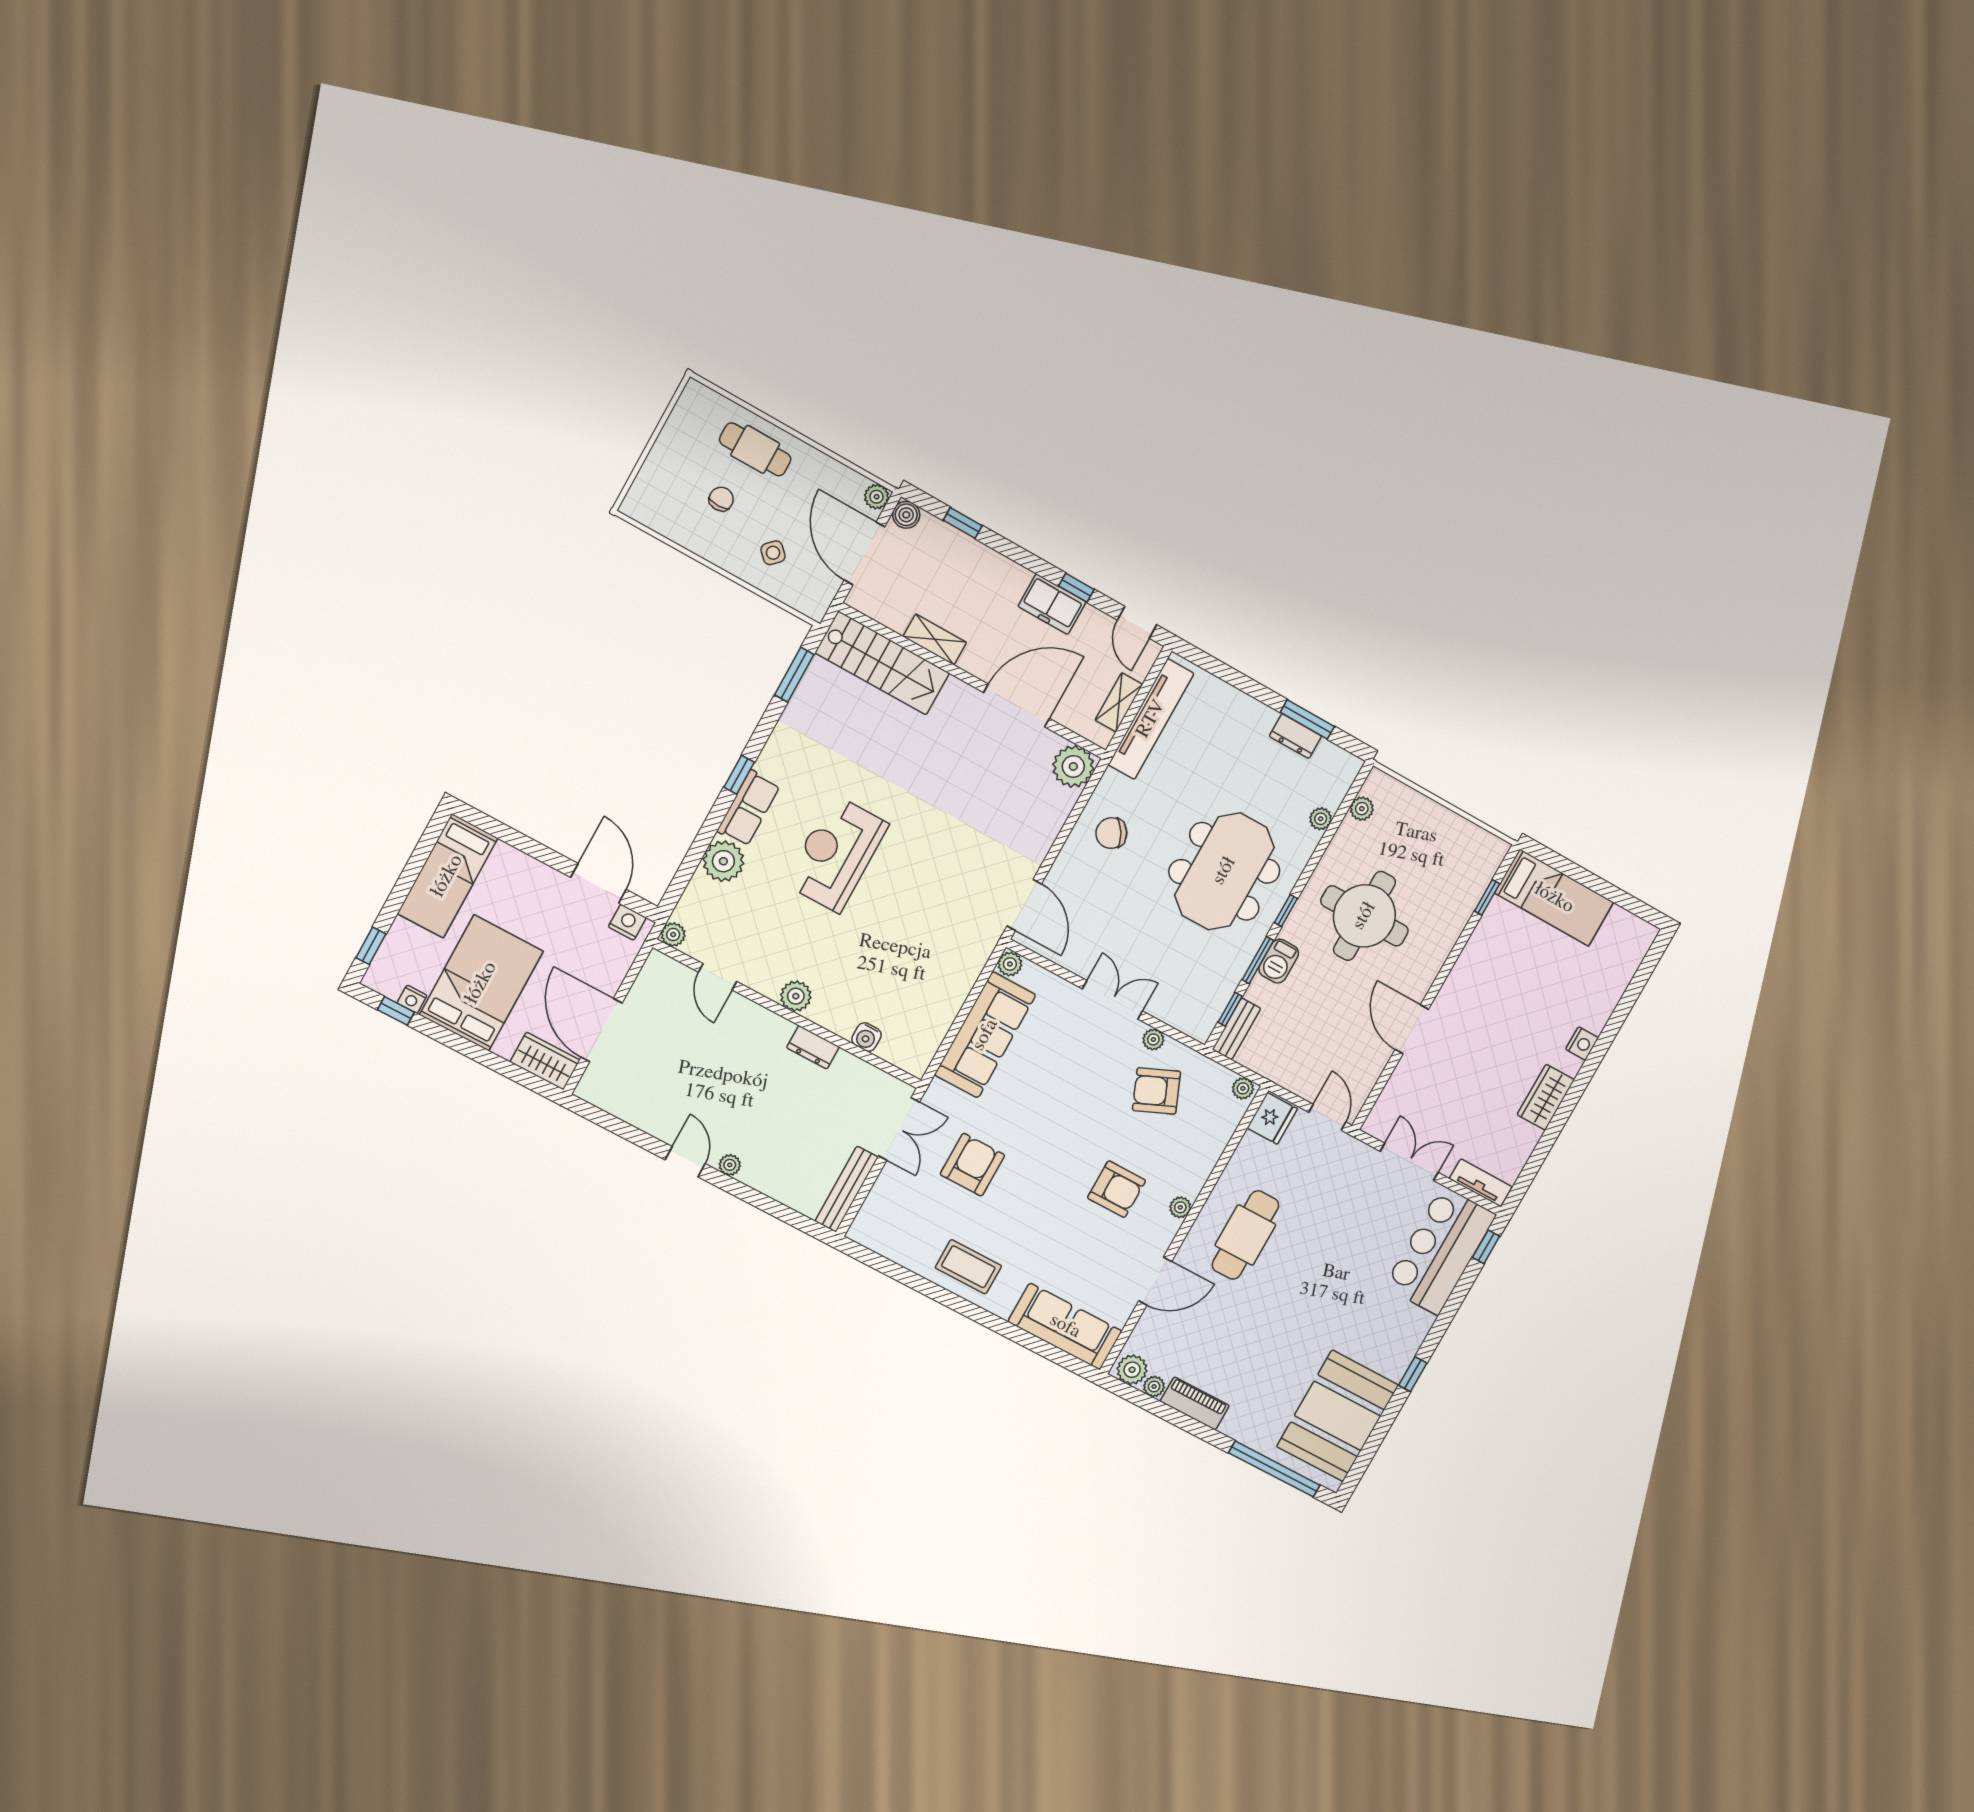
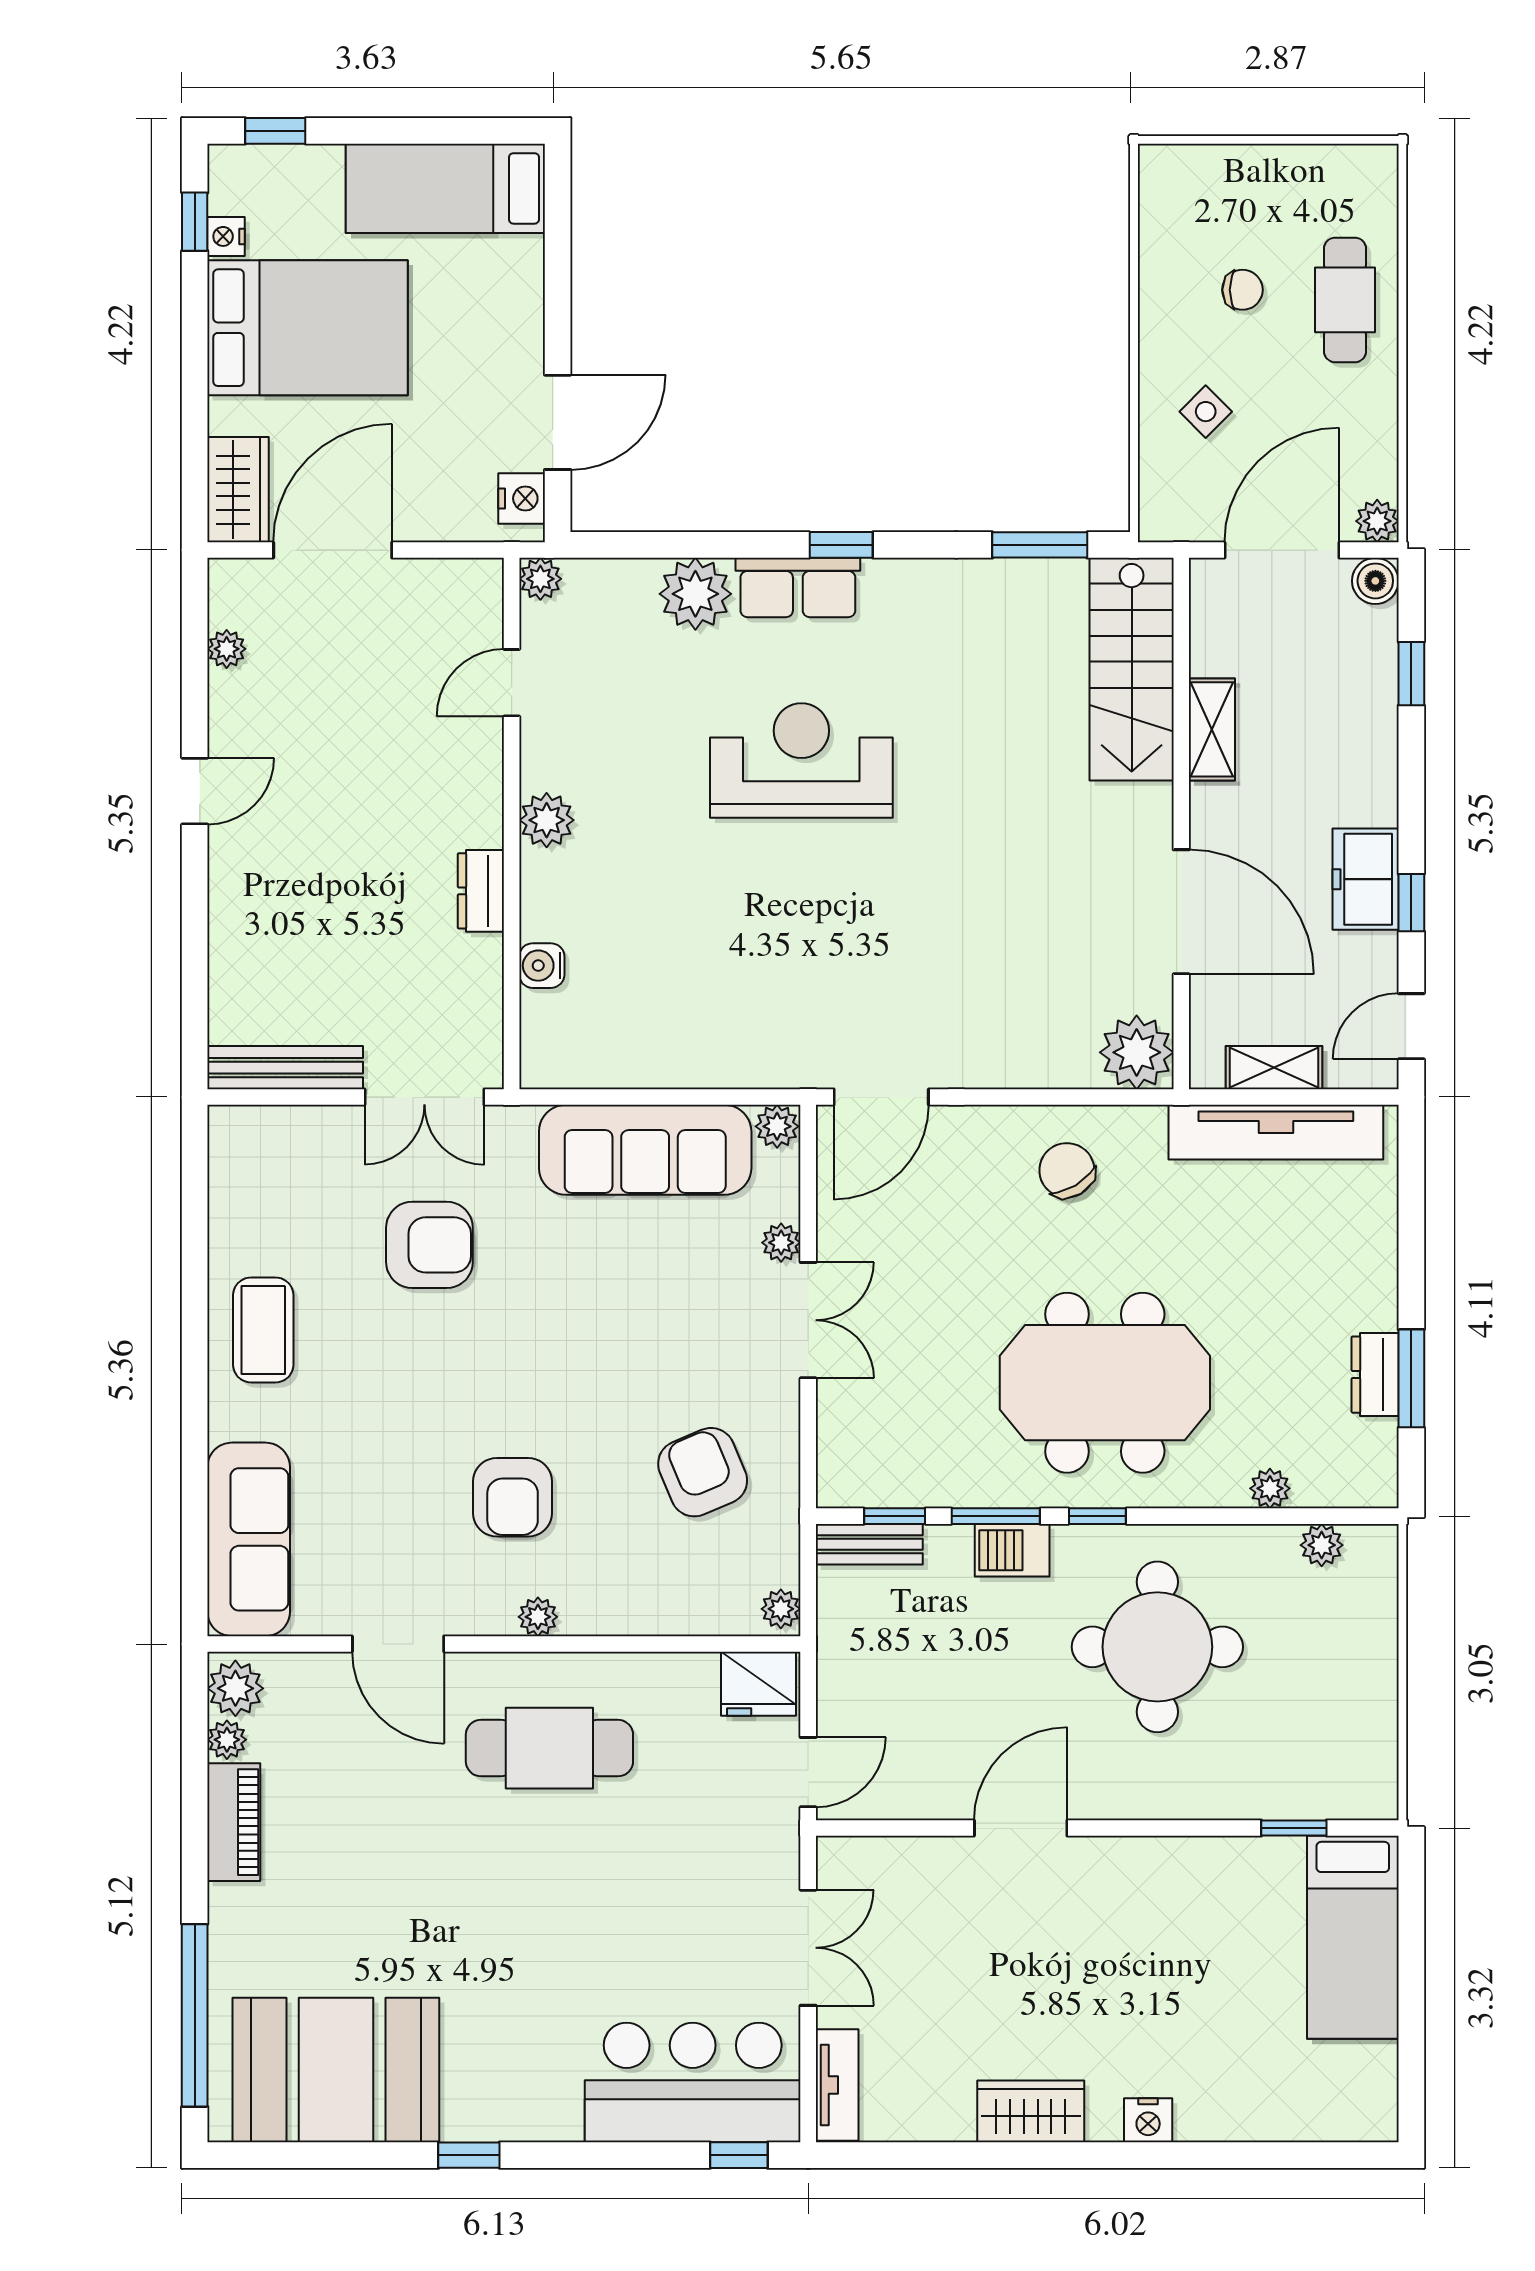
plant: (1153, 1039) -> (781, 1243), moved
plant: (730, 1165) -> (227, 649), moved

